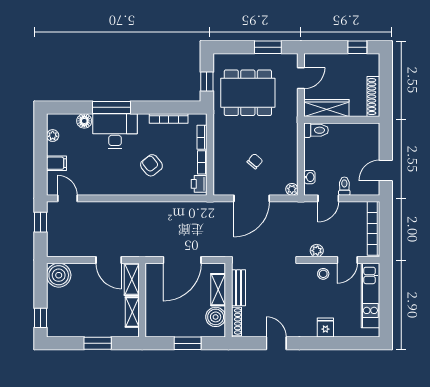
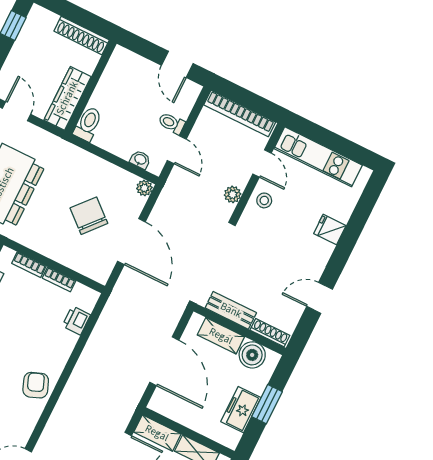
chair: (255, 161) -> (89, 216), width x1.87, depth x1.87
armchair: (151, 165) -> (36, 385), moved, turned 108
printer: (199, 184) -> (76, 320), moved, turned 90
freezer: (175, 328) -> (241, 410), added

